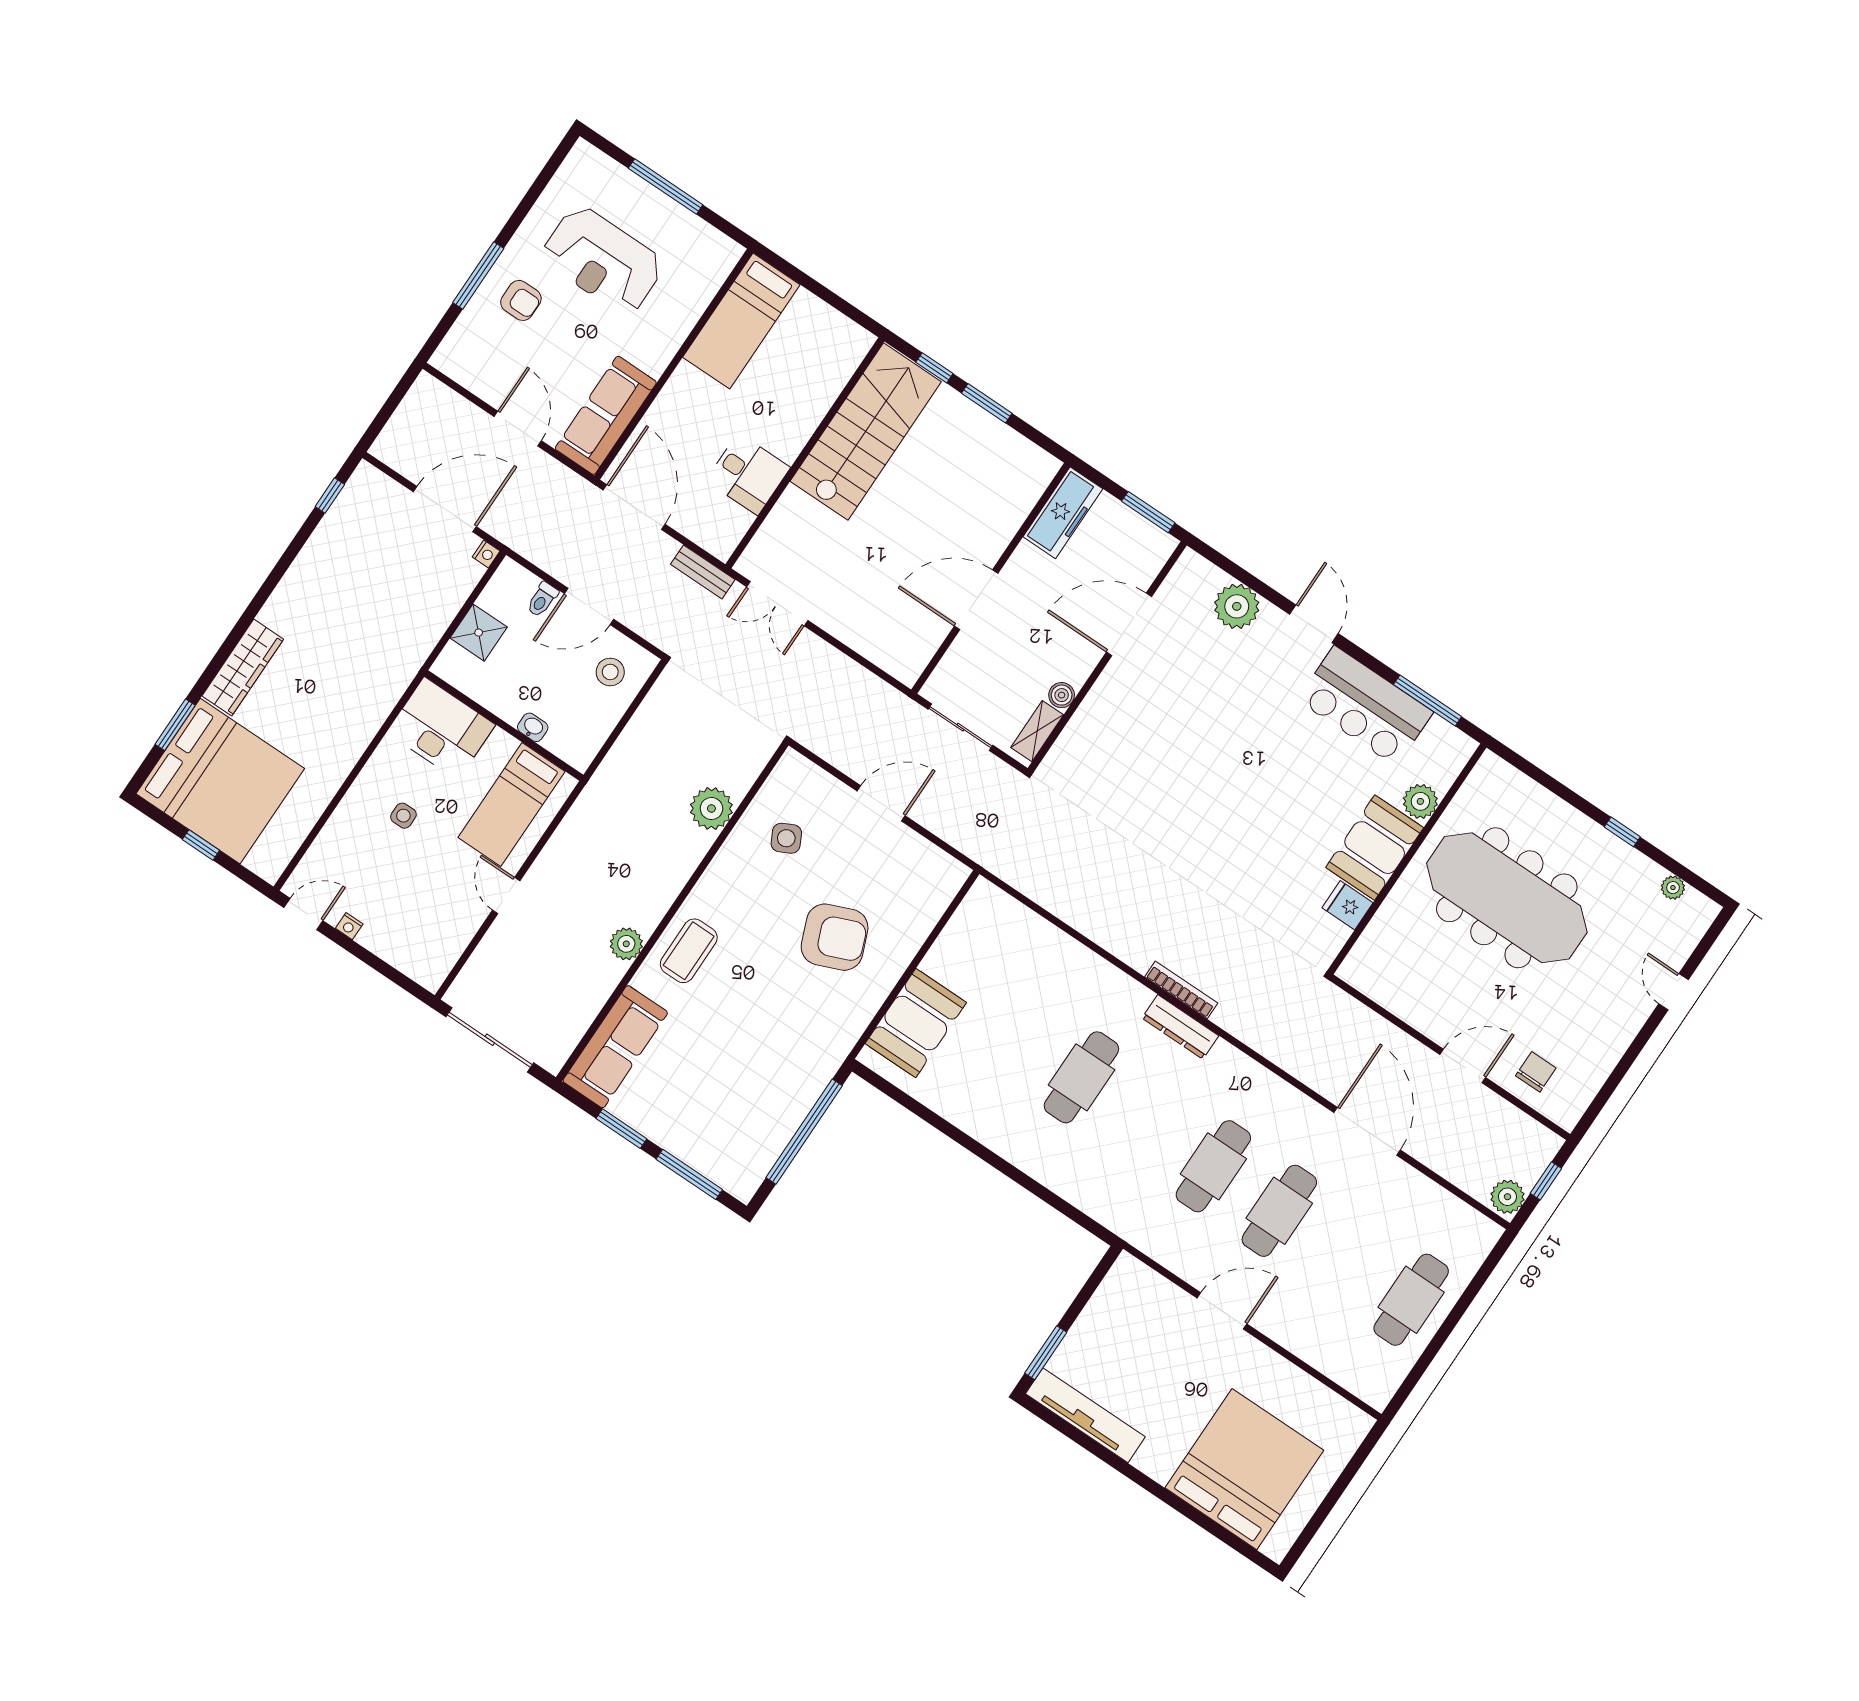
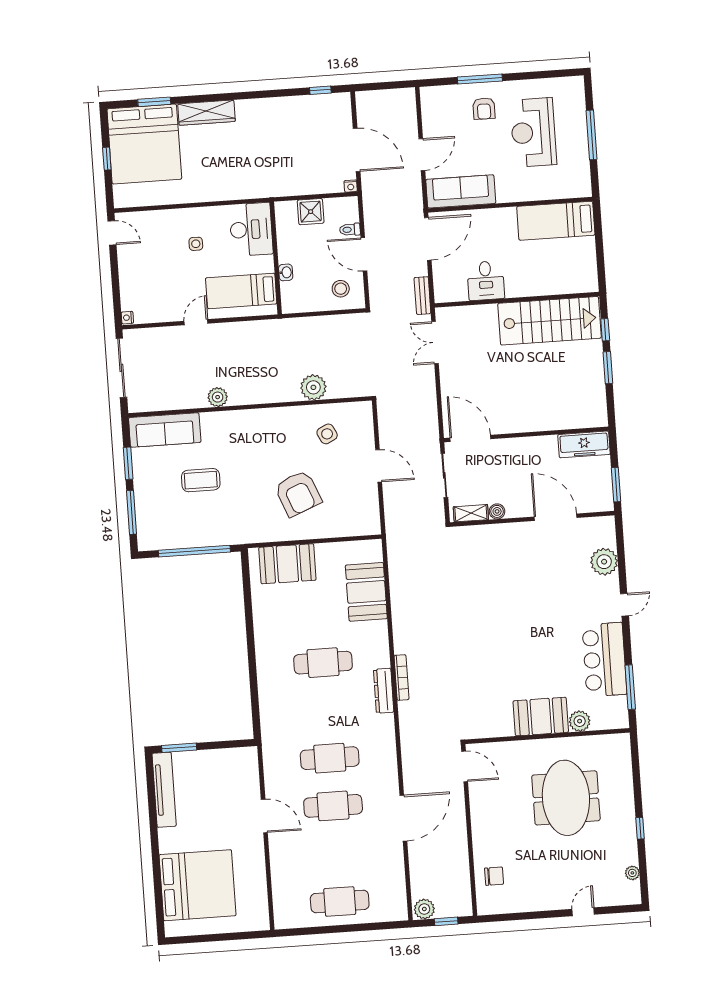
door: (976, 600) -> (470, 438), moved
door: (1314, 624) -> (624, 605), width x0.73
meeting table: (1507, 898) -> (566, 798), width x0.73
fridge: (1348, 905) -> (503, 725), removed
nightstand: (349, 926) -> (127, 318), moved
booth: (1033, 948) -> (366, 592), added
coffee table: (689, 951) -> (201, 480), moved
door: (1463, 1066) -> (465, 766), moved

